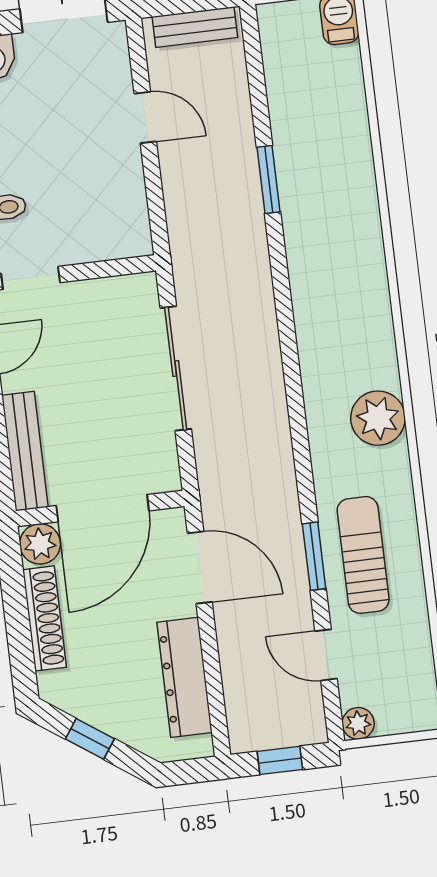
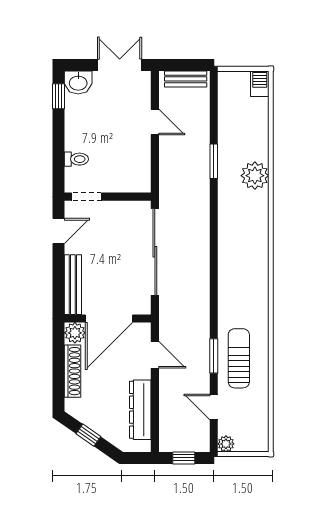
sliding door: (176, 368) -> (155, 252), width x1.36
plant: (378, 418) -> (255, 176), moved
door: (200, 568) -> (155, 355), width x0.73

